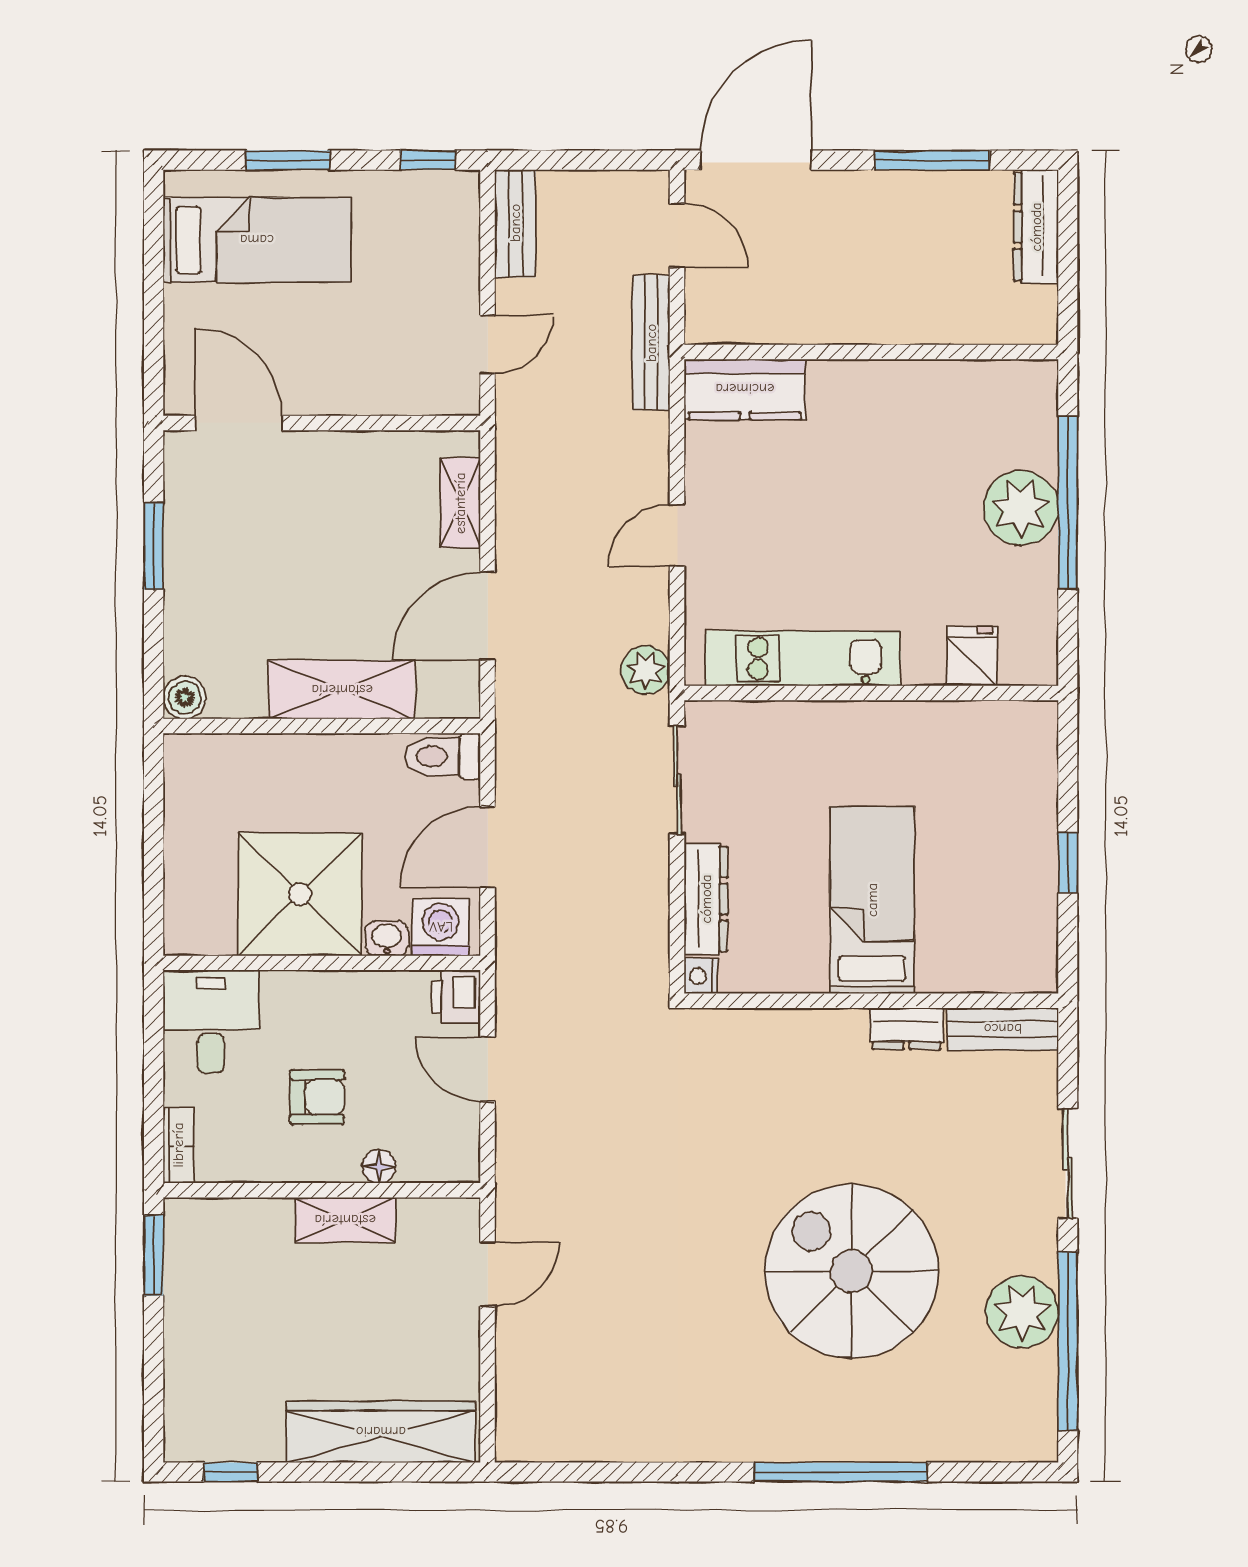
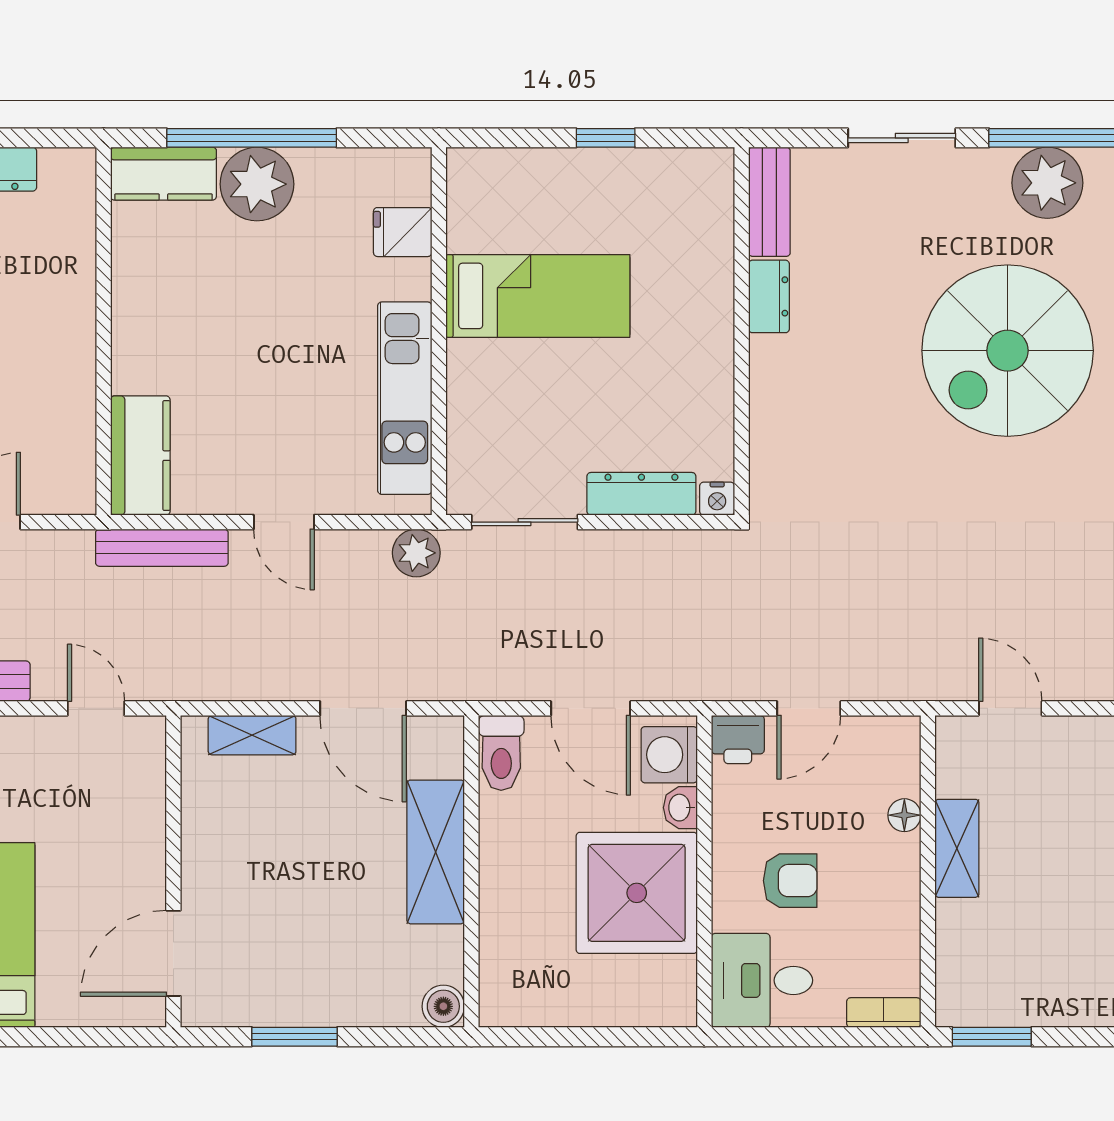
bench: (651, 343) -> (162, 548), moved
kitchen counter: (1031, 413) -> (163, 174), added
bed: (872, 900) -> (538, 296), moved, turned 180
armchair: (317, 1097) -> (790, 881), moved, turned 90

